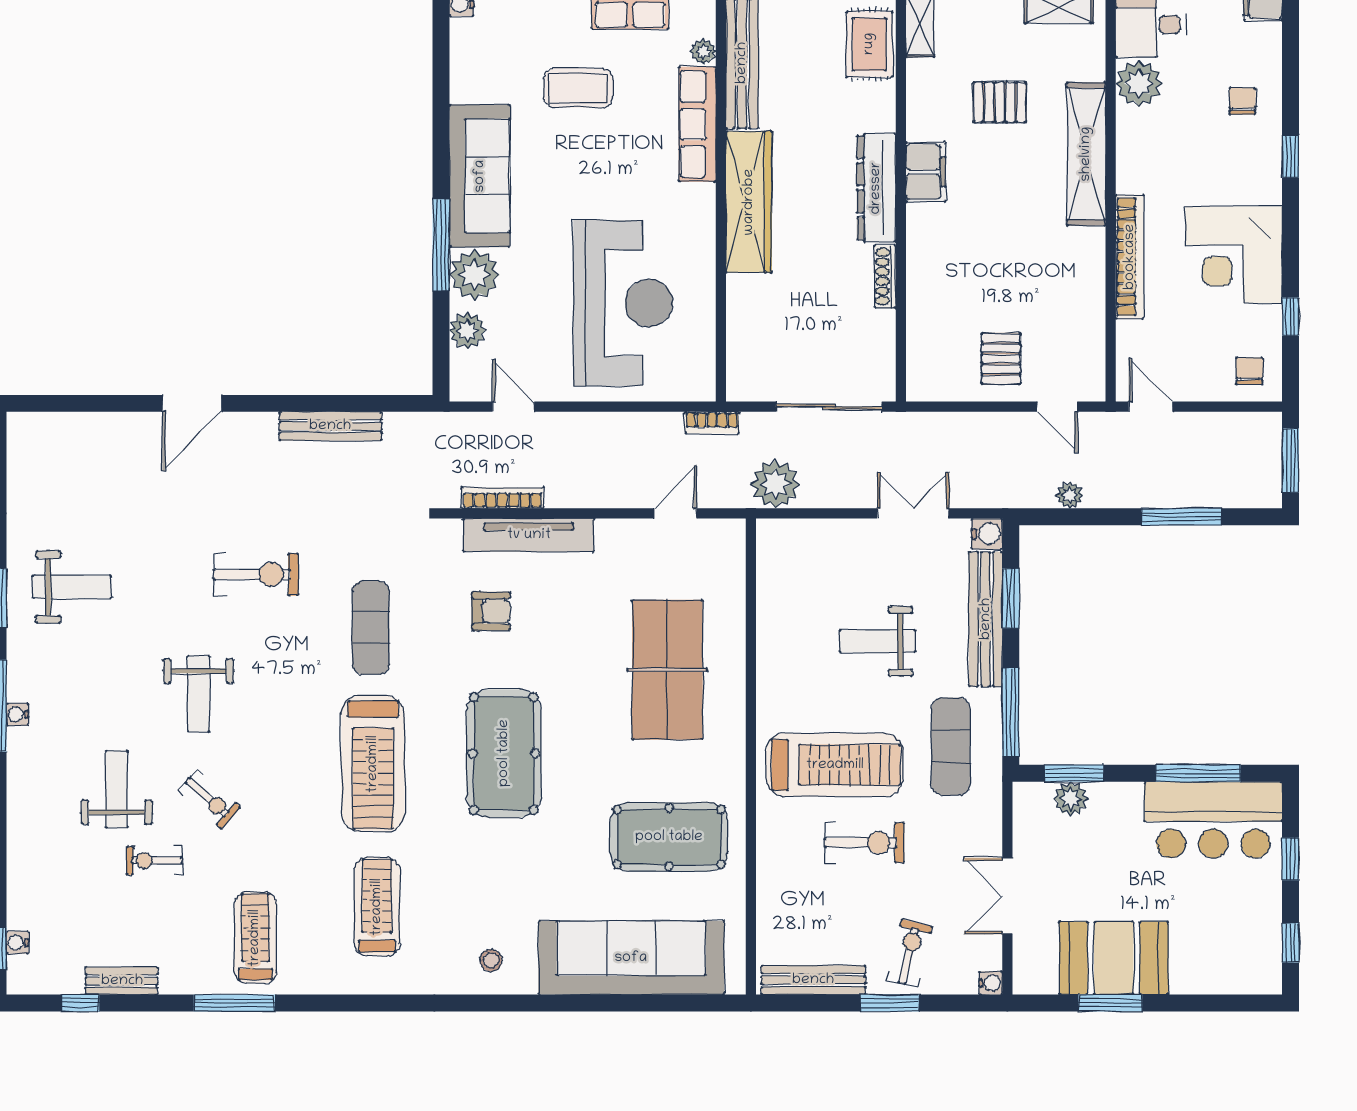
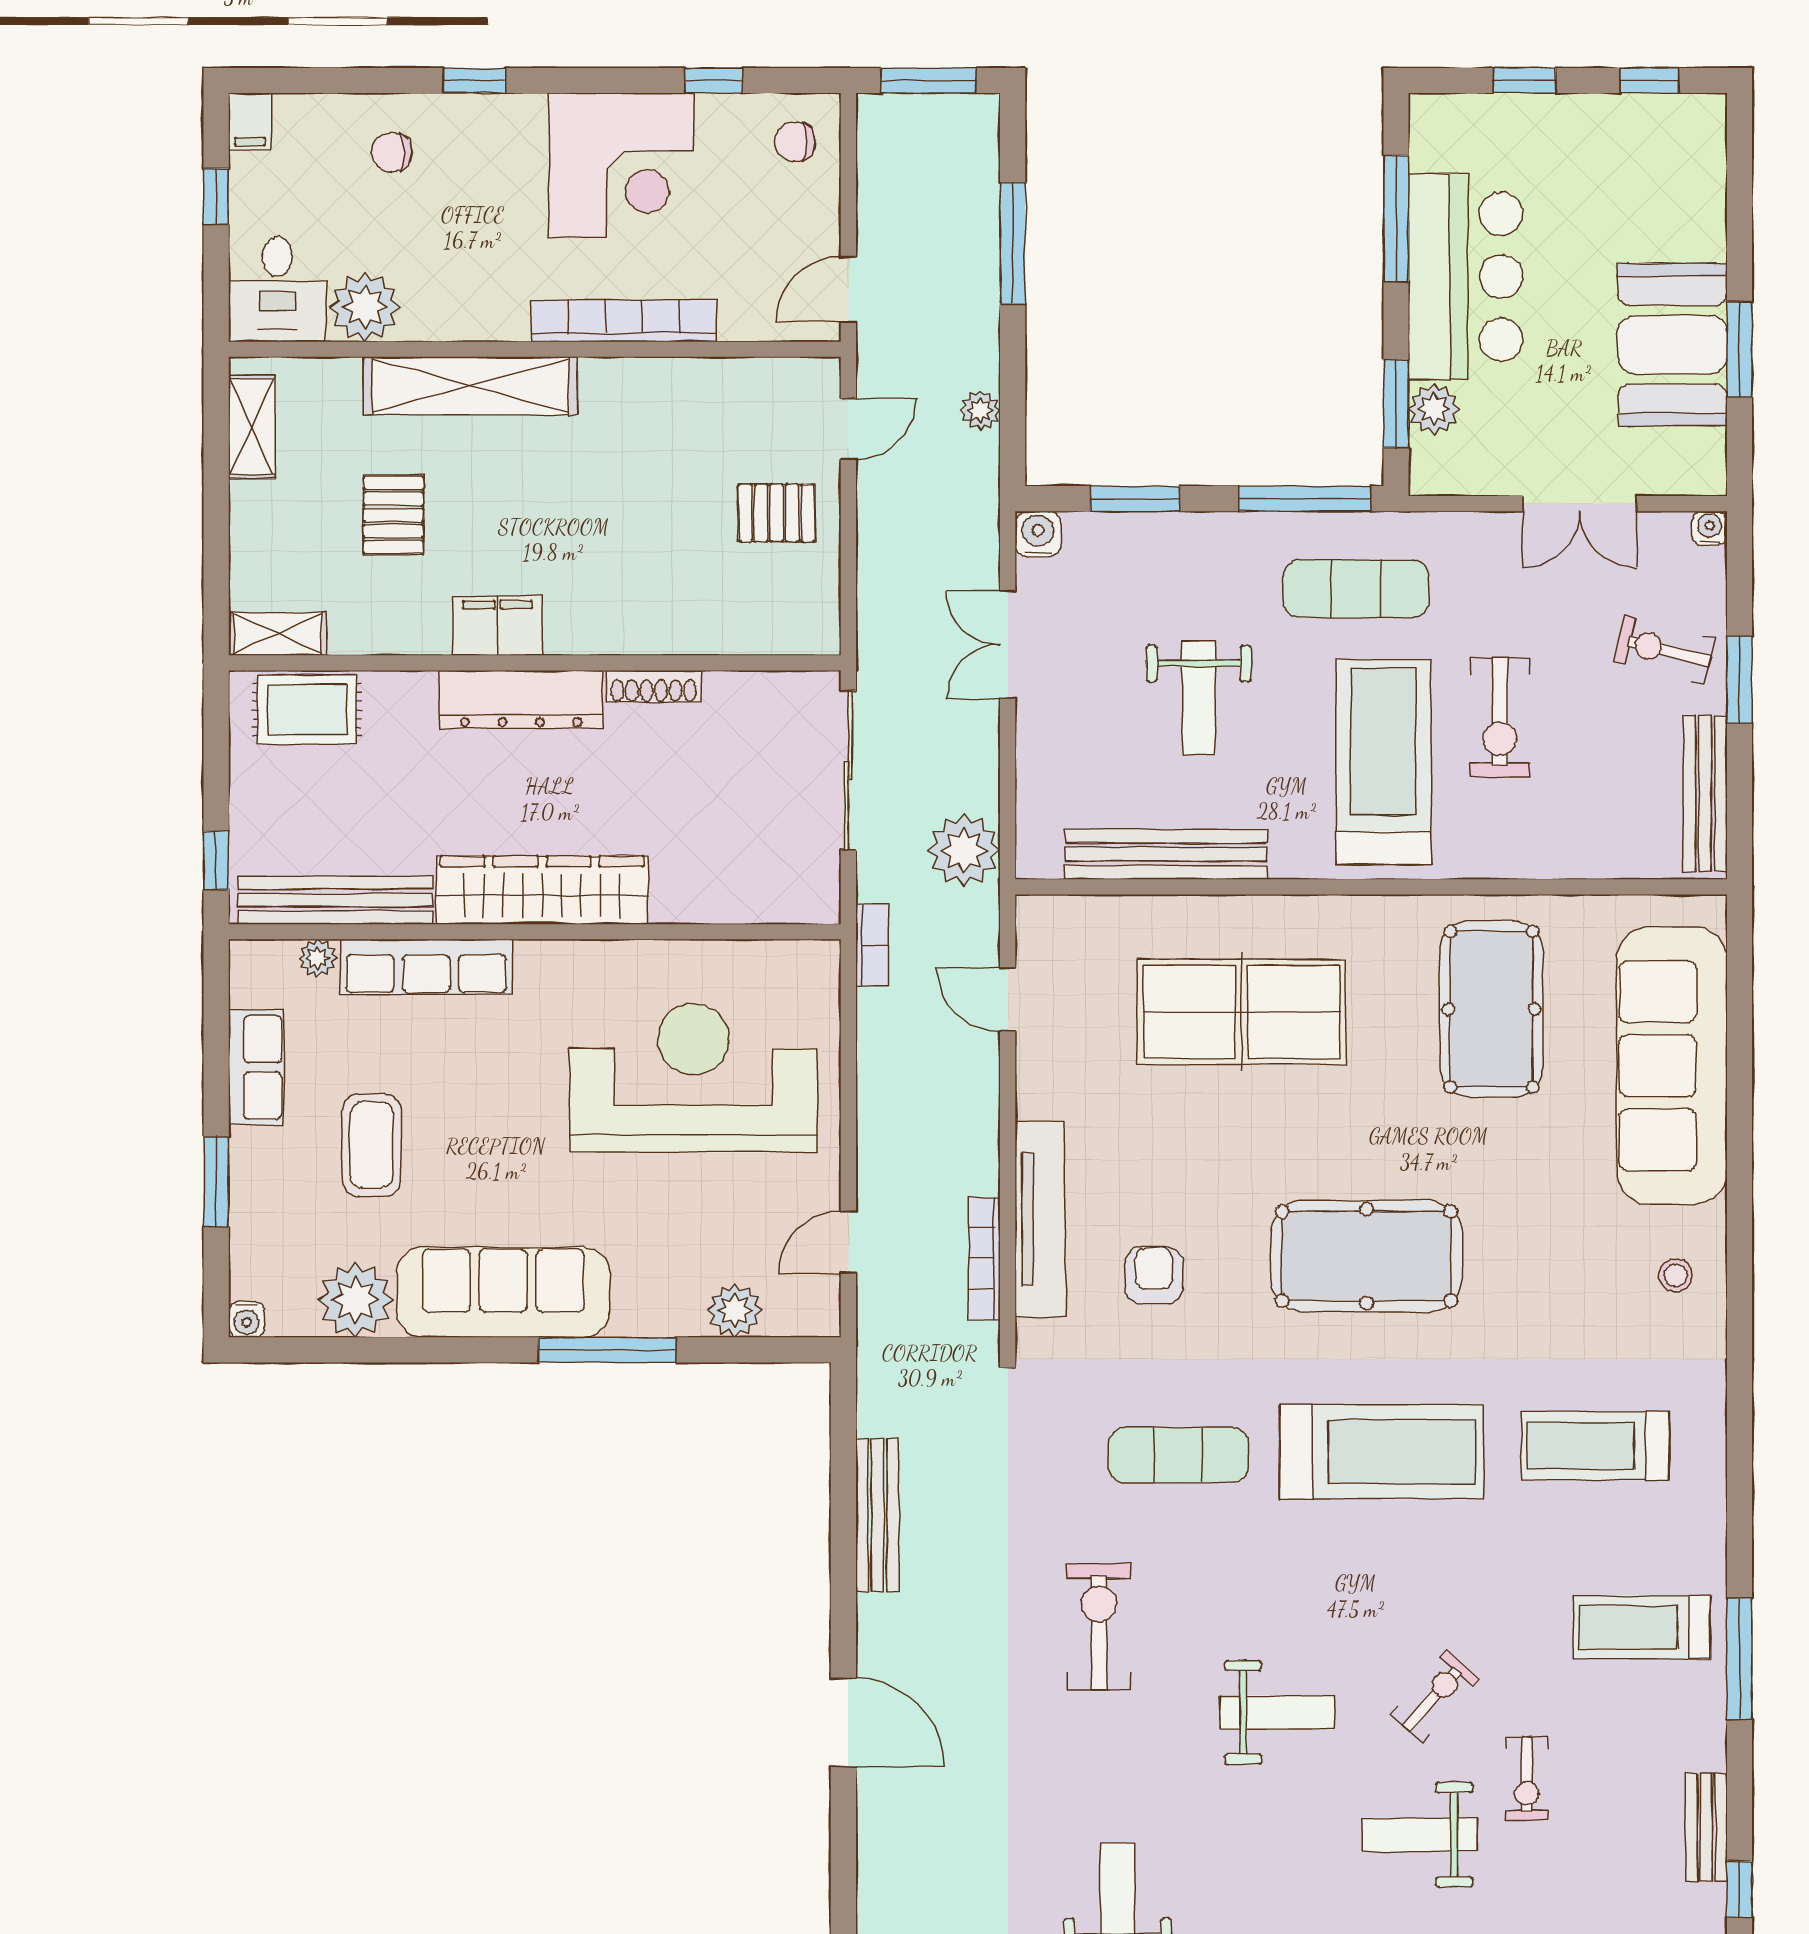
plant: (475, 275) -> (355, 1300), moved
bench: (986, 619) -> (1166, 854), moved
bar counter: (1213, 820) -> (1466, 277), moved
exercise bike: (864, 843) -> (1500, 717), turned 180

